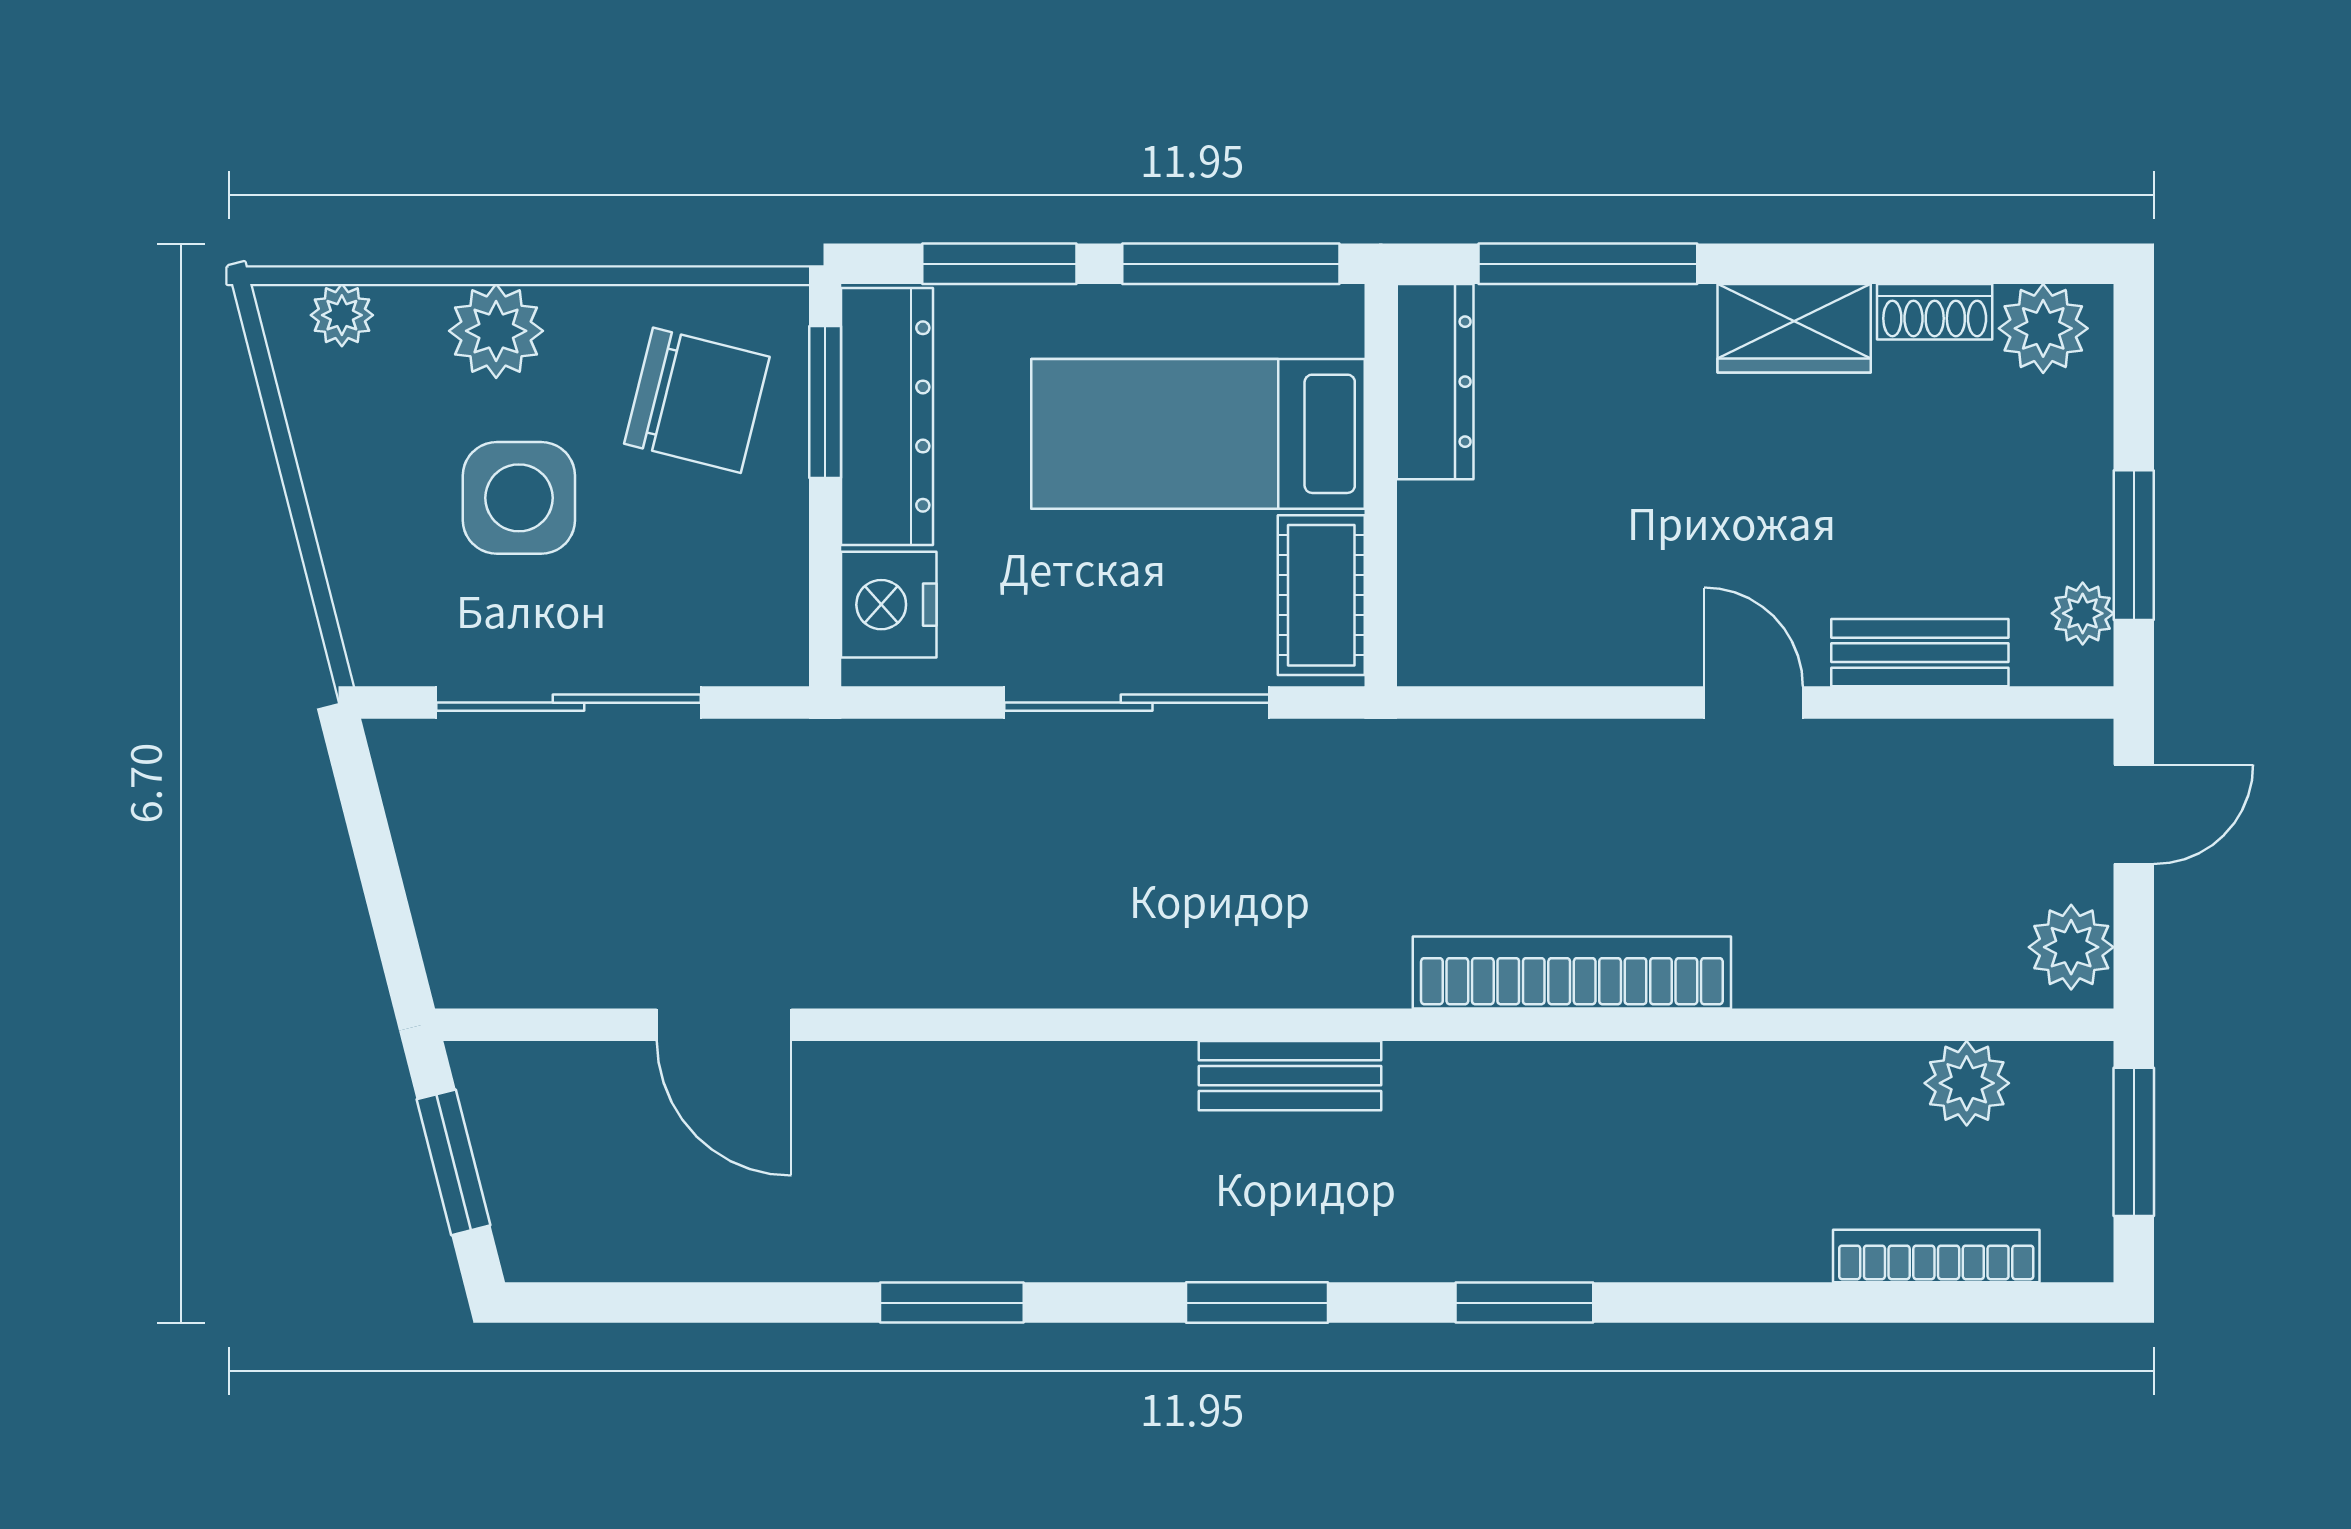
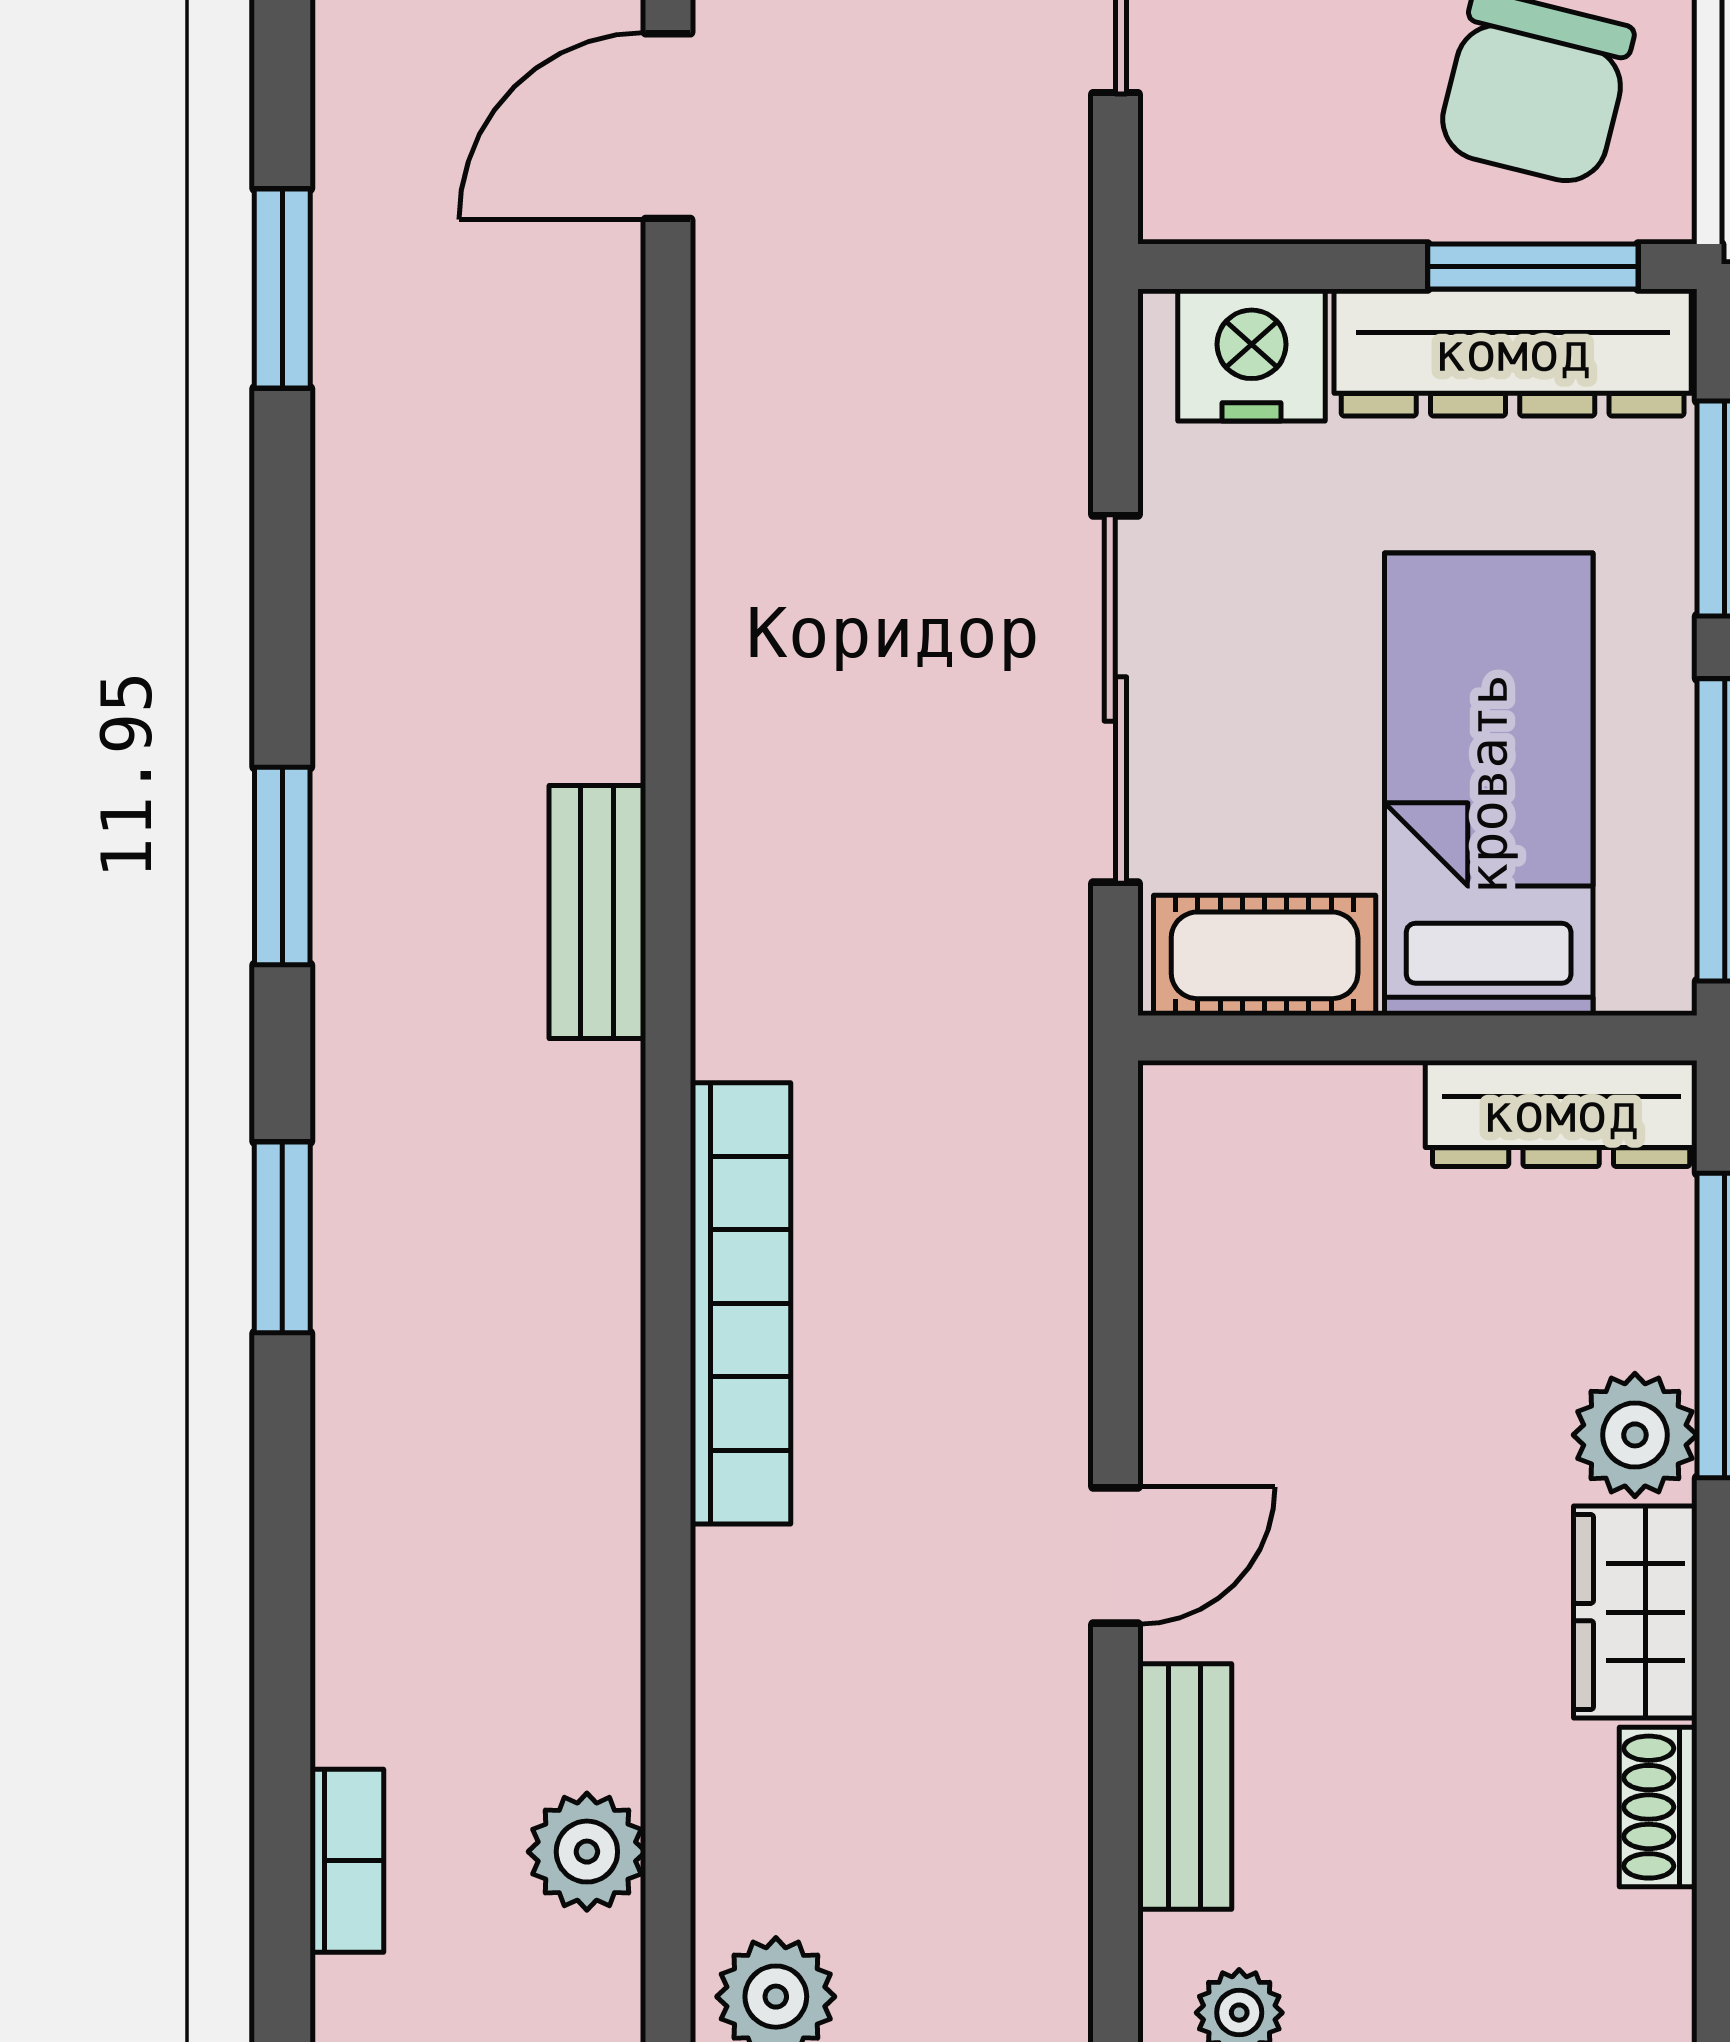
plant: (2043, 328) -> (1635, 1435), moved
bookcase: (1936, 1256) -> (347, 1861), width x0.64
window: (952, 1303) -> (282, 289), moved

